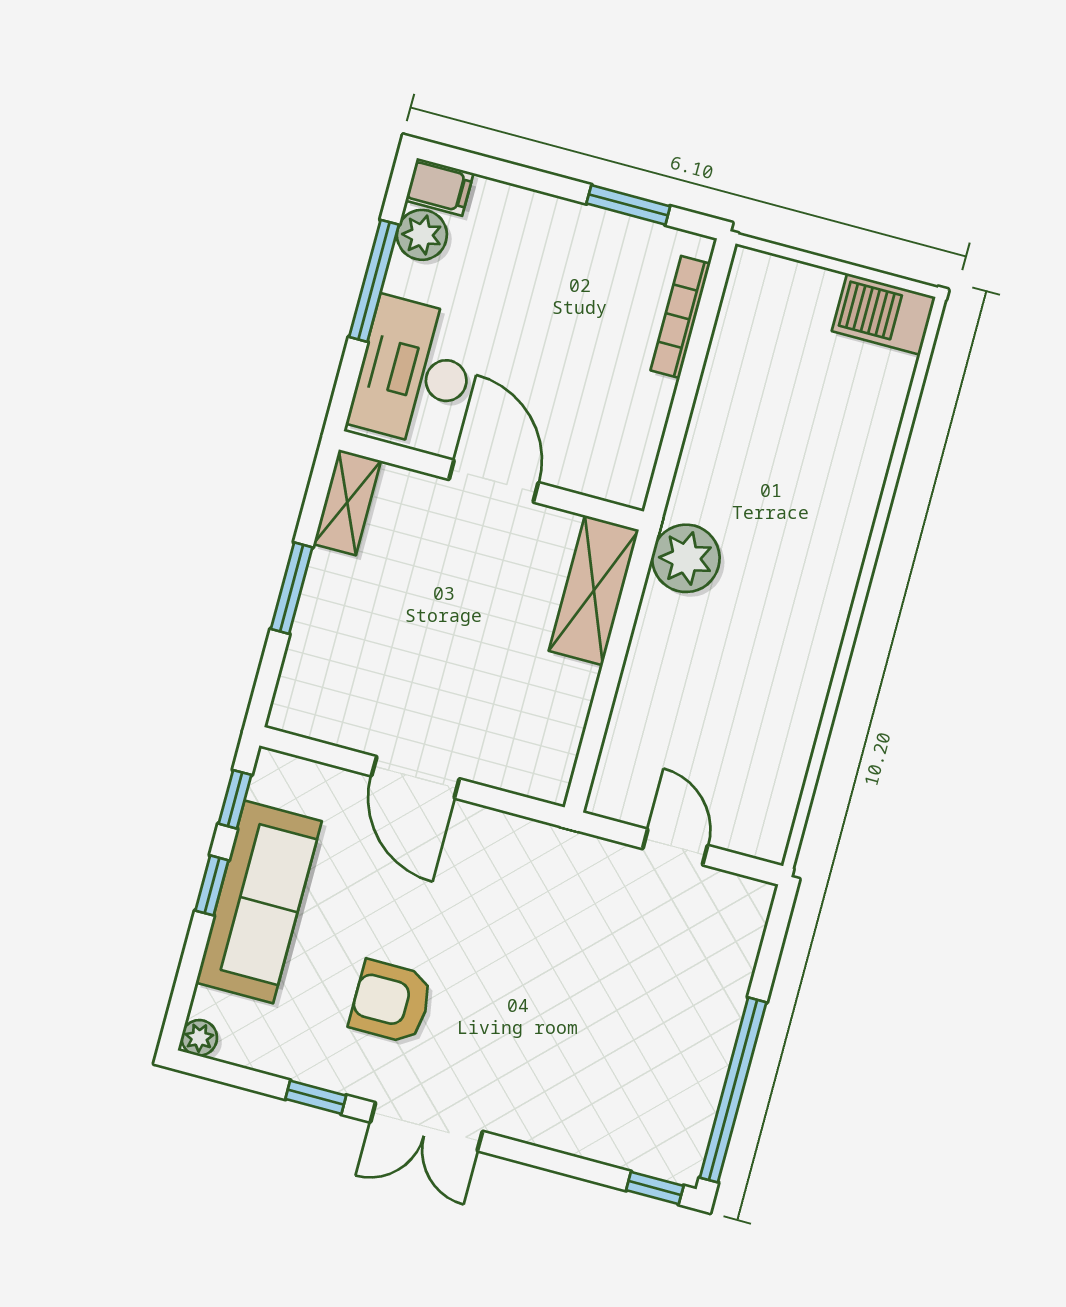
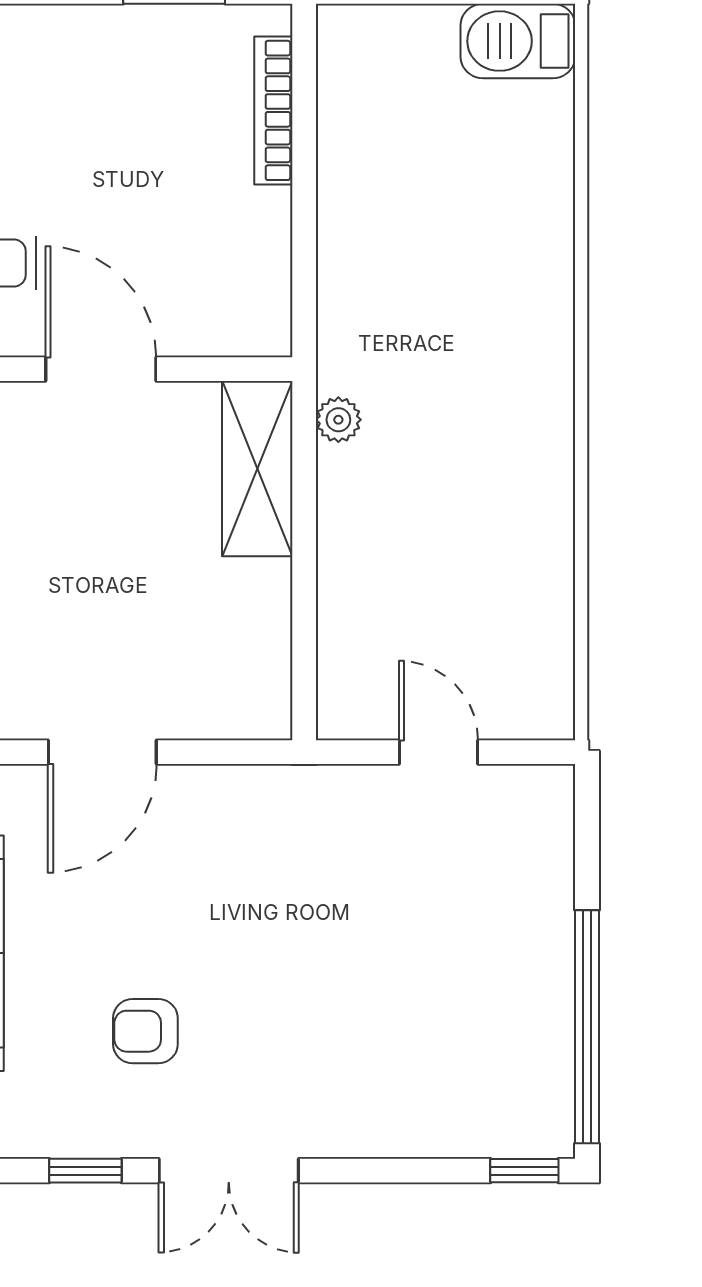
plant: (686, 558) -> (338, 420), width x0.53, depth x0.53
door: (415, 777) -> (102, 752), hinge flipped
armchair: (391, 1002) -> (145, 1031), width x0.72, depth x0.72

